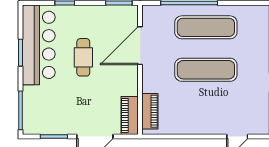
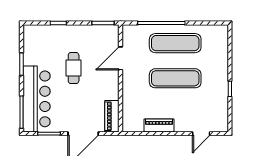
bar counter: (39, 45) -> (37, 99), moved
door: (140, 46) -> (121, 58), width x0.73
piano: (150, 111) -> (159, 125), moved, turned -90

